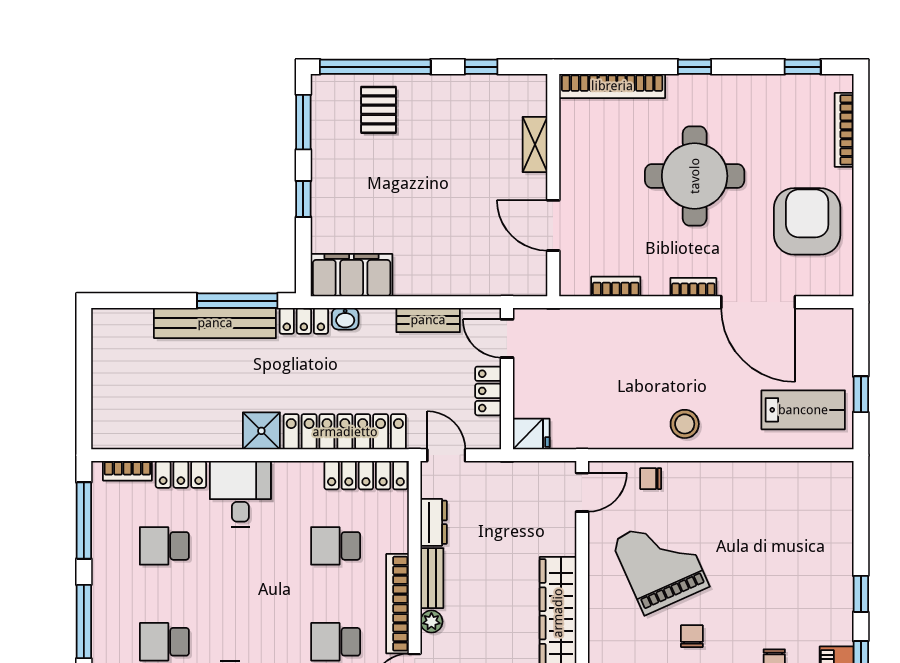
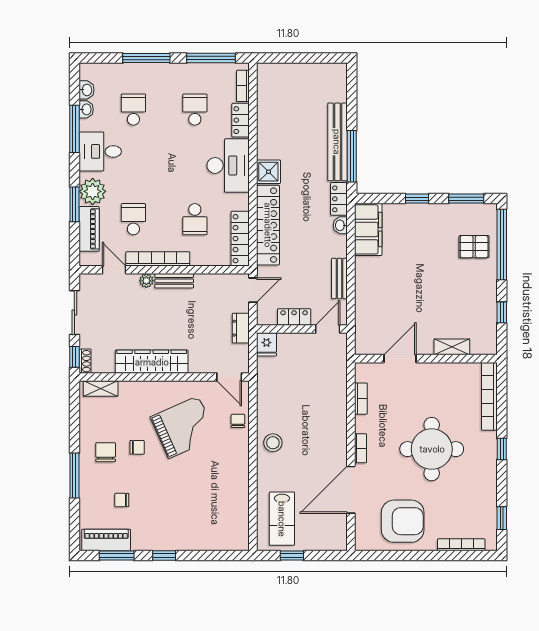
desk: (240, 494) -> (228, 165), width x1.37
dresser: (434, 522) -> (241, 328), moved, turned 90
school desk: (336, 546) -> (195, 219), turned 180

